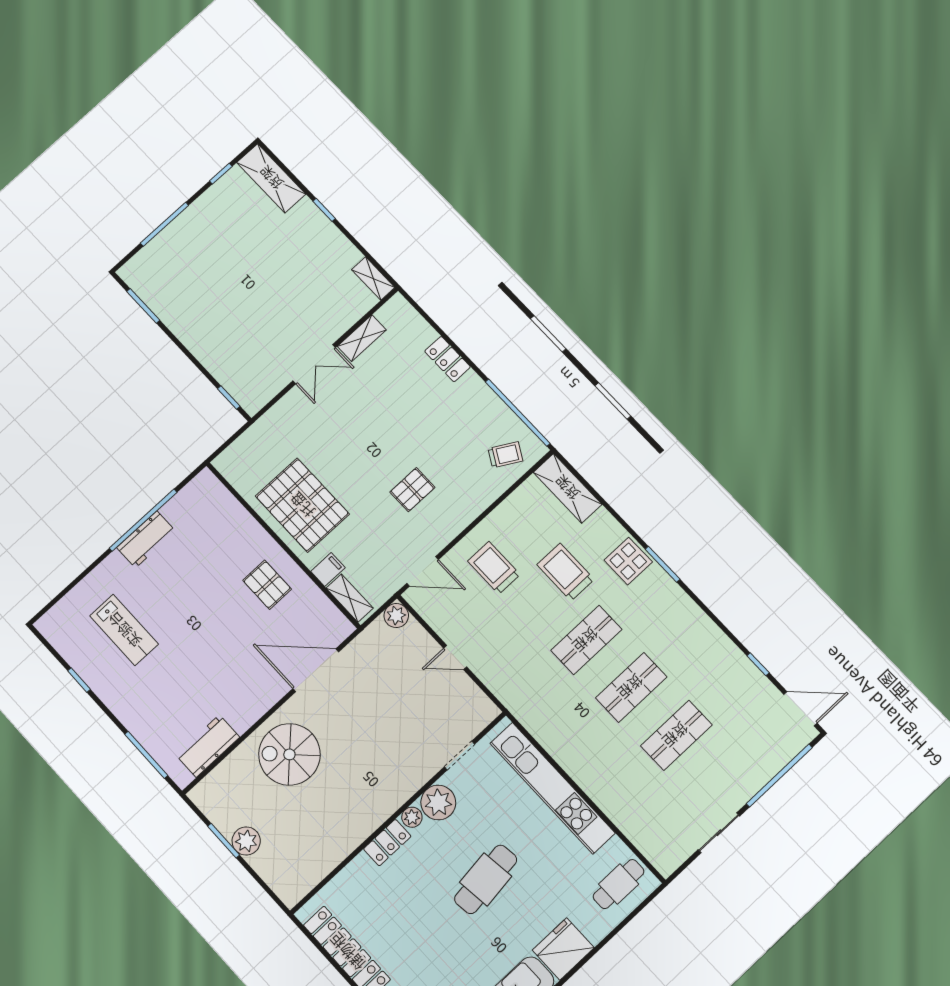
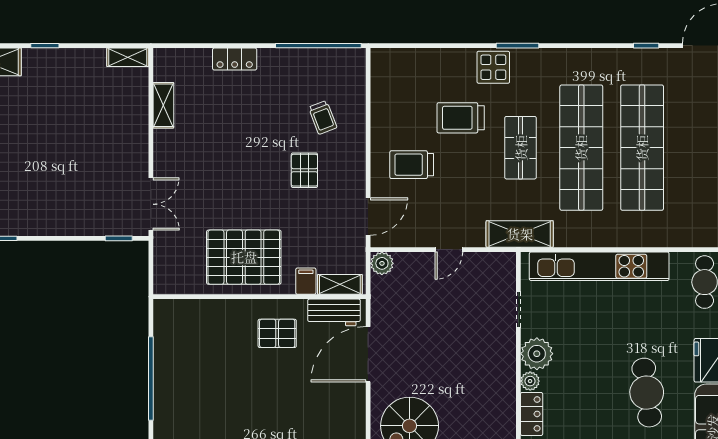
double door: (314, 364) -> (151, 204), moved
trolley: (505, 455) -> (323, 117), moved, turned 129
shelving: (567, 488) -> (520, 234), moved
workbench: (146, 539) -> (334, 312), moved, turned 90
shop shelf: (631, 687) -> (581, 148), width x2.00, depth x1.36
shop shelf: (676, 735) -> (642, 148), width x2.00, depth x1.36
cafe table: (486, 879) -> (647, 393), moved

